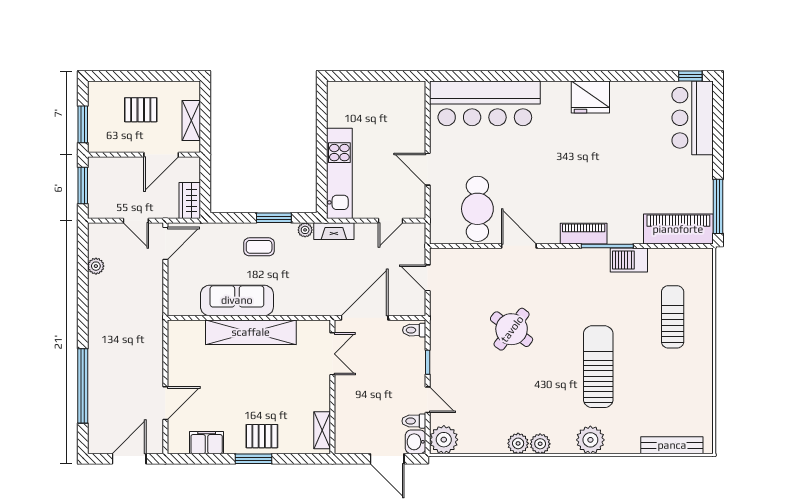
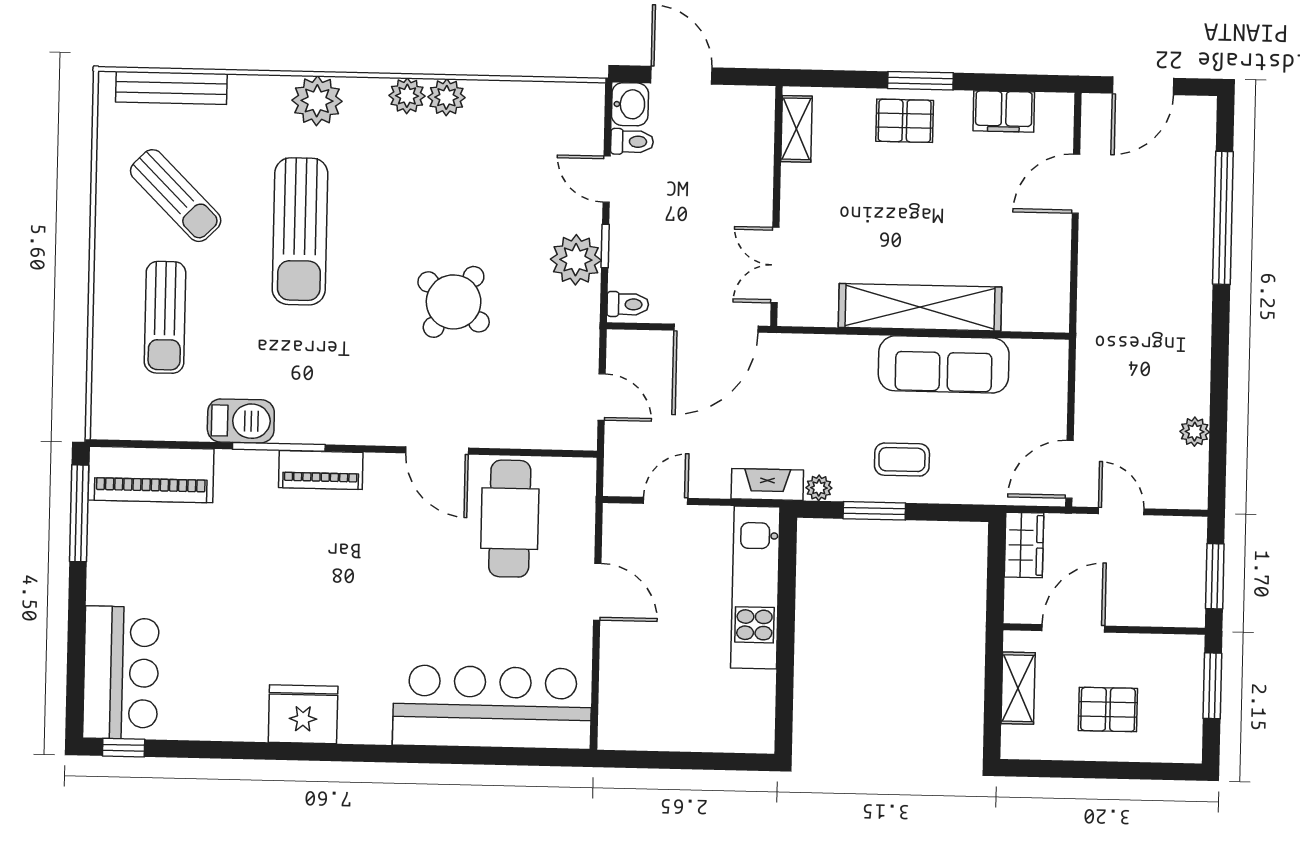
sun lounger: (668, 385) -> (176, 196), added
plant: (444, 440) -> (576, 260), moved

